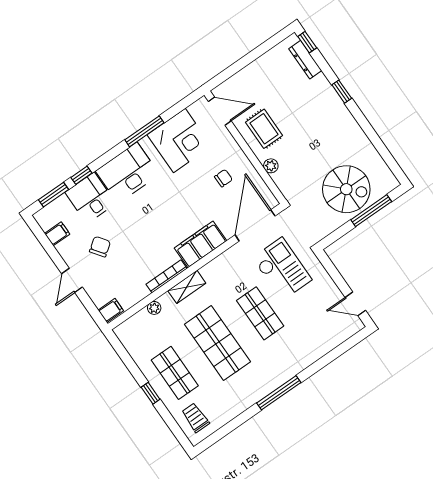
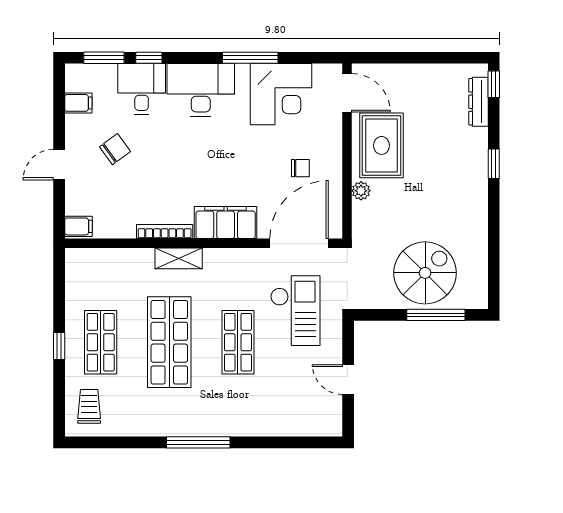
rug: (264, 129) -> (382, 145), width x1.36, depth x1.43
spiral stairs: (346, 189) -> (425, 273), turned -90
door: (355, 304) -> (348, 380), moved
plant: (154, 308) -> (127, 256), removed

